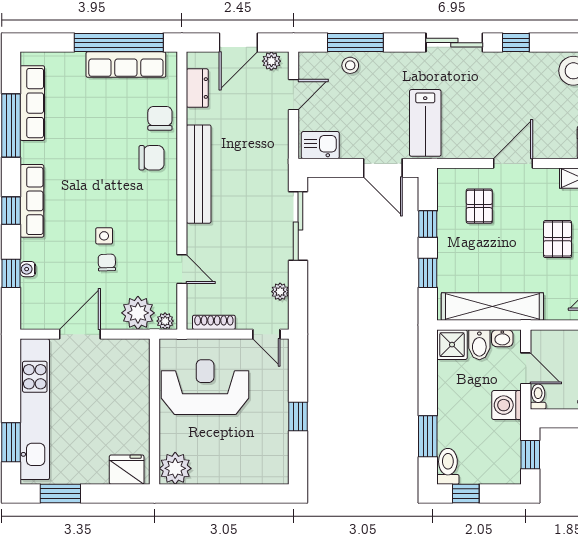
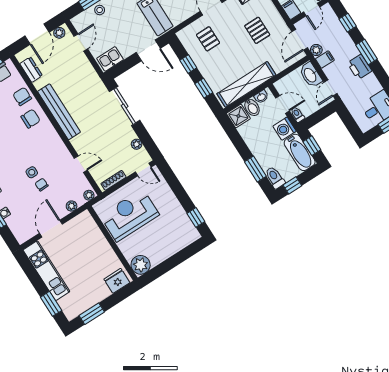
plant: (138, 313) -> (72, 206), width x0.53, depth x0.53
kitchen unit: (35, 409) -> (46, 271), width x0.73
window: (298, 417) -> (196, 217), moved
bathtub: (506, 453) -> (300, 152), added

